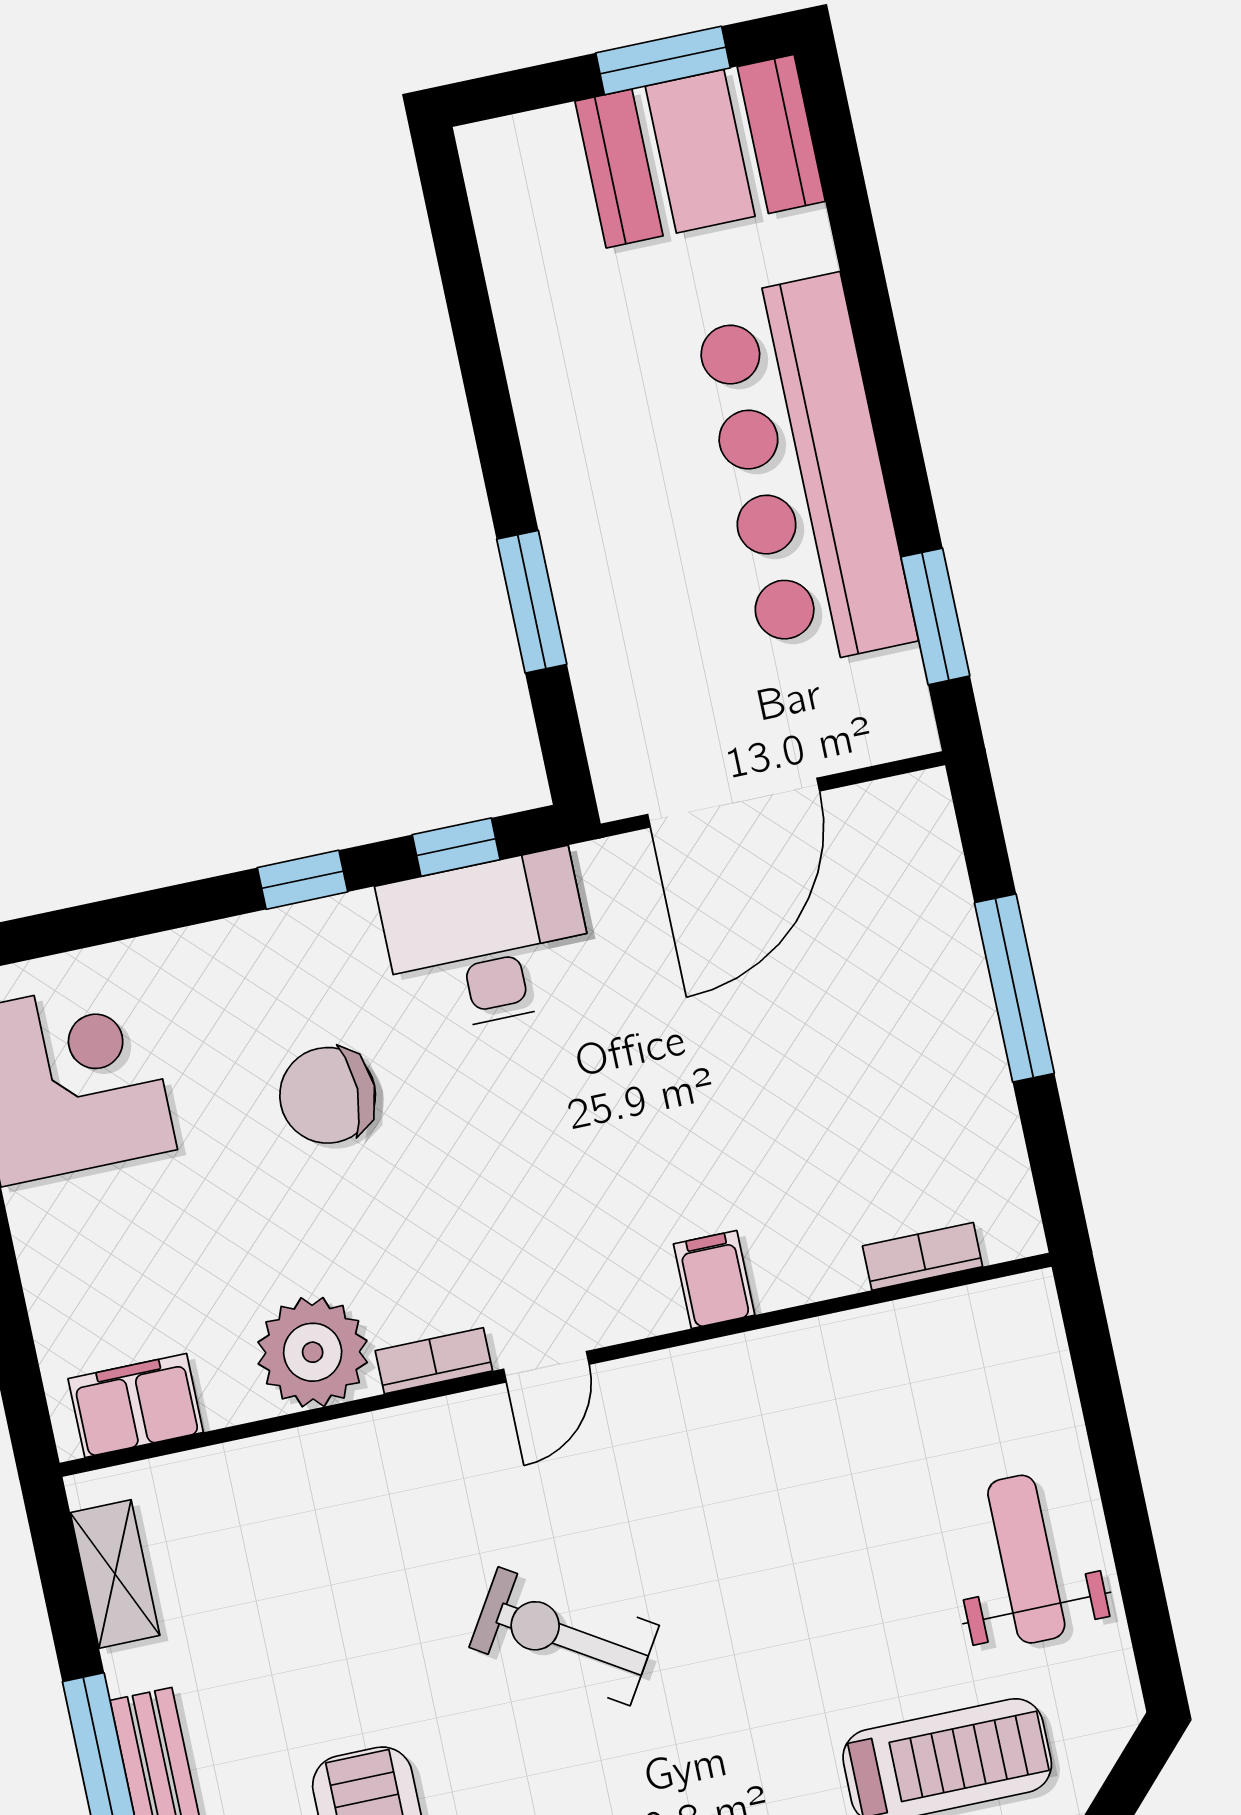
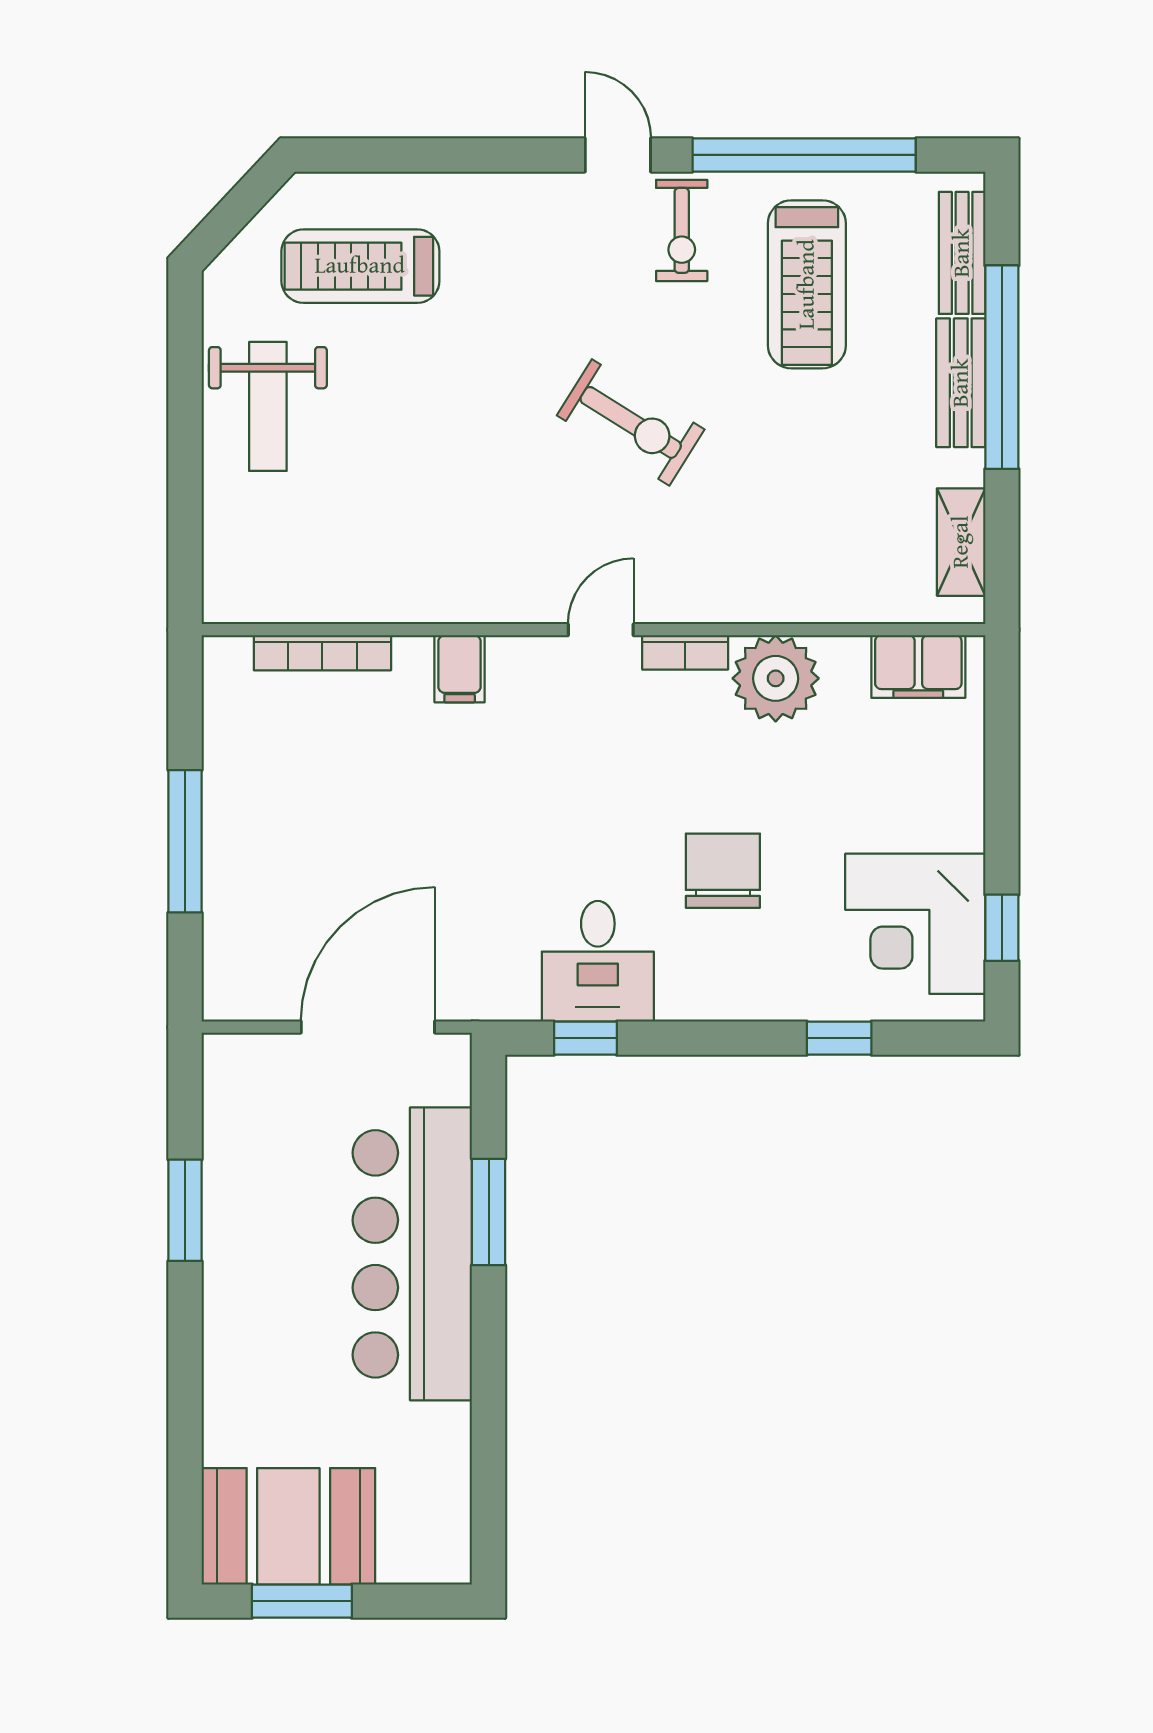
bar counter: (804, 472) -> (412, 1254), moved, turned 180
window: (935, 616) -> (185, 1210), moved
window: (303, 880) -> (839, 1038), moved
desk: (487, 942) -> (598, 961), width x0.73
chair: (328, 1095) -> (723, 871), turned -90
bookcase: (923, 1256) -> (322, 653), width x1.56

